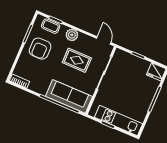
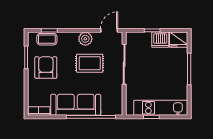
plant: (72, 35) -> (85, 39), moved
door: (104, 40) -> (109, 30), hinge flipped
armchair: (40, 49) -> (46, 68), turned 180
dishwasher: (142, 66) -> (160, 40), added
sofa: (69, 96) -> (76, 105), moved

